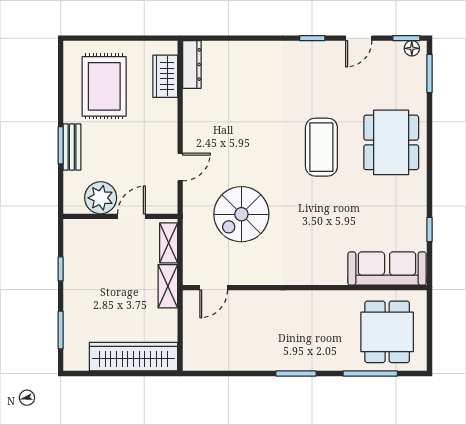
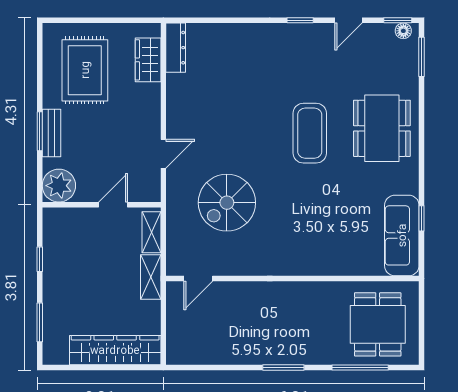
plant: (101, 198) -> (59, 186), moved
sofa: (387, 268) -> (402, 235), moved, turned -90

